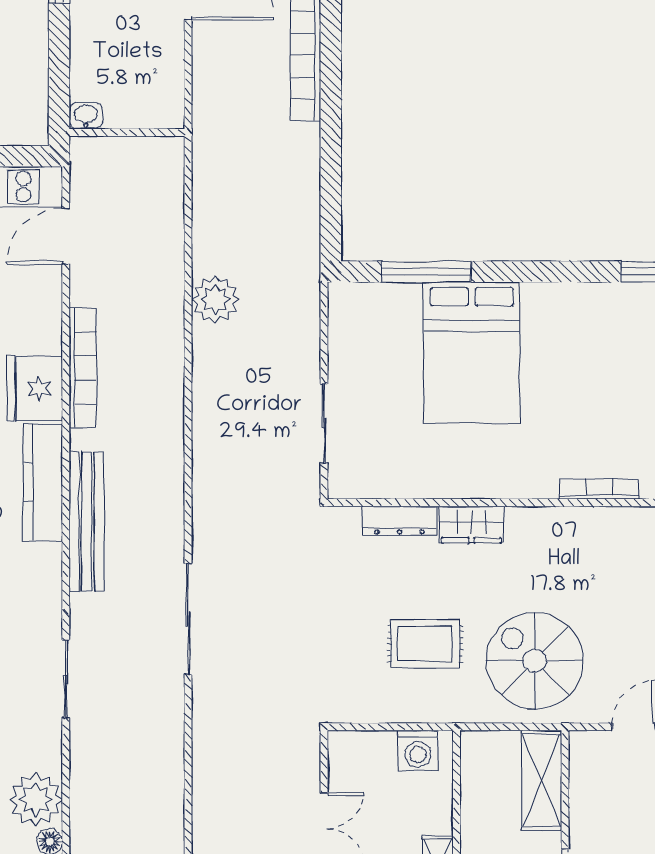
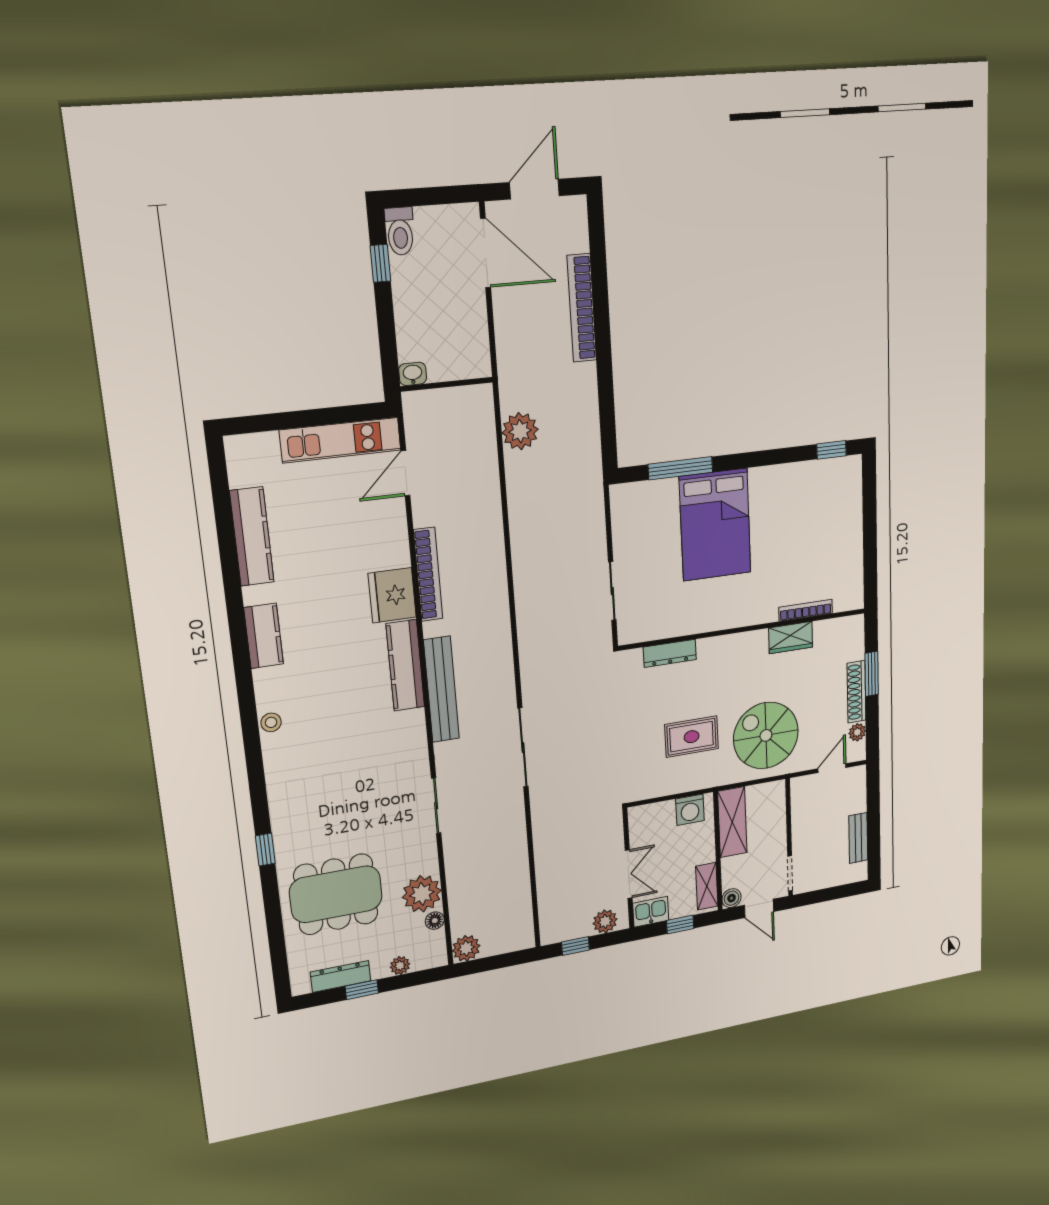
plant: (215, 299) -> (520, 431), moved
wardrobe: (471, 525) -> (791, 638), moved
shelving: (542, 780) -> (732, 822), moved

